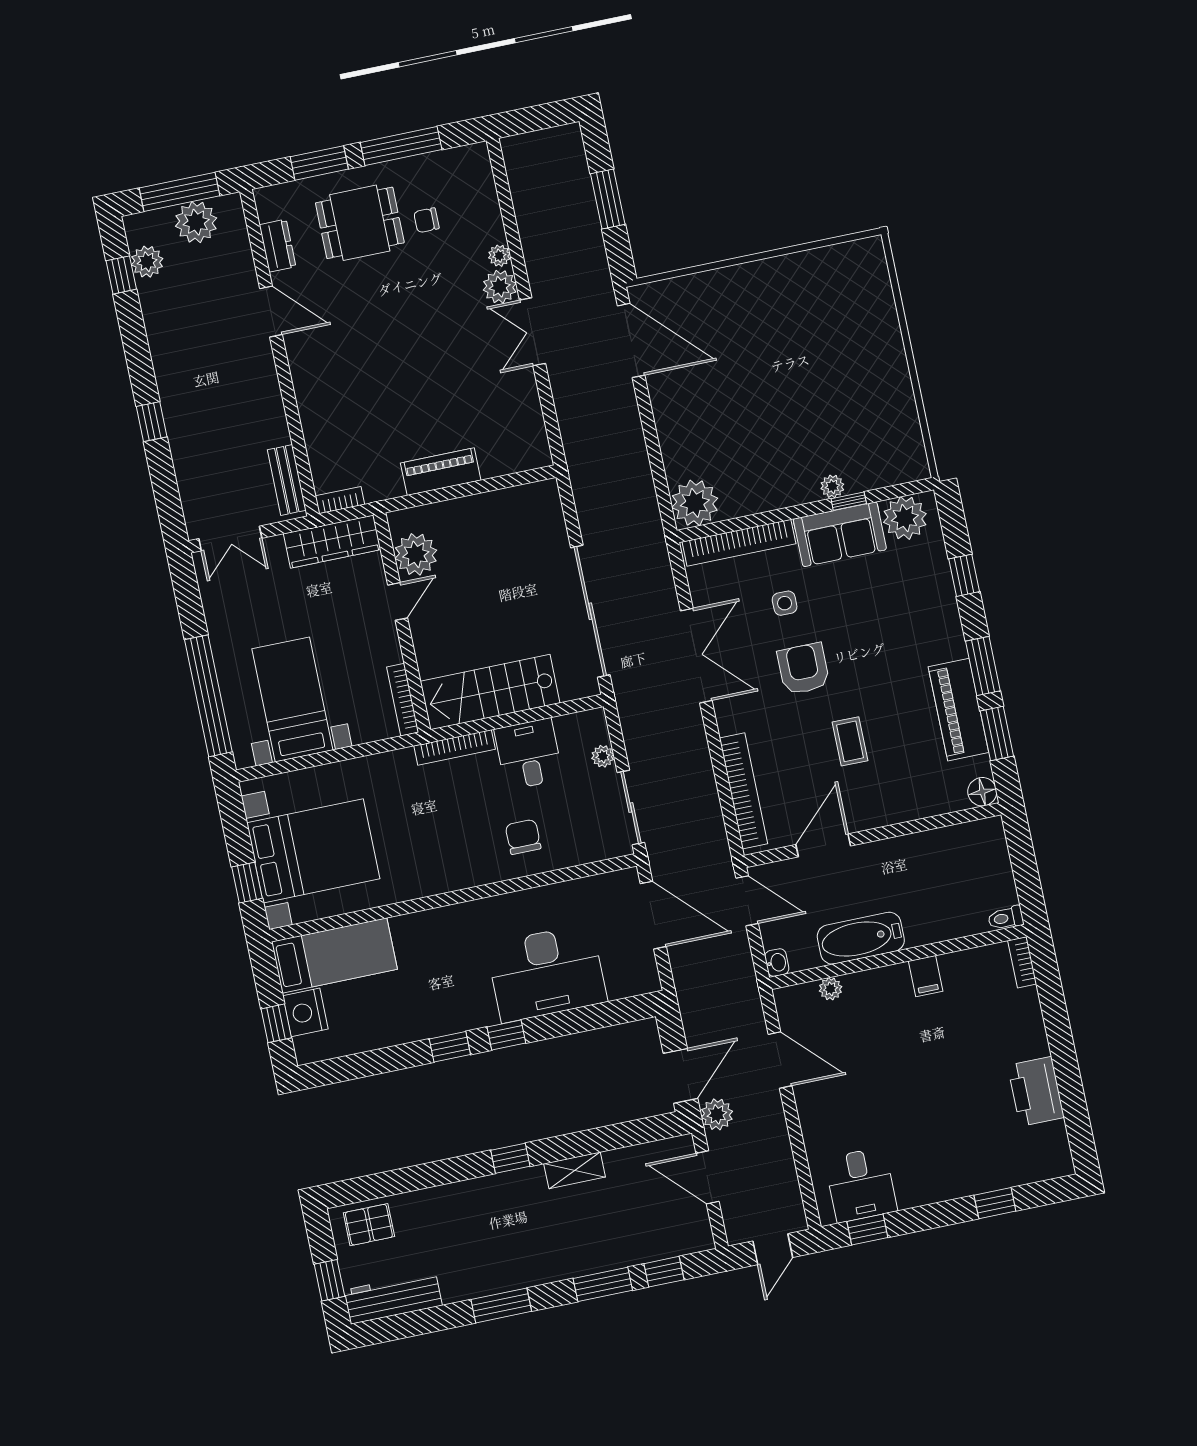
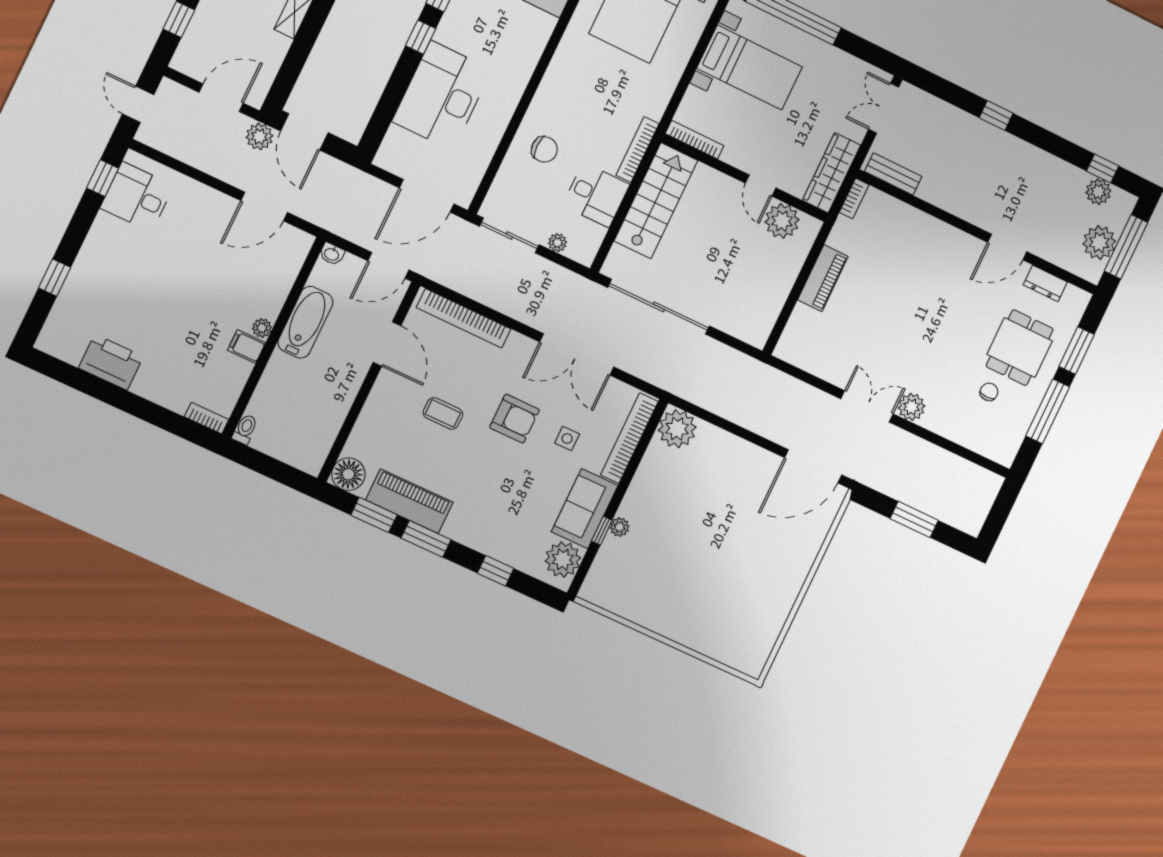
plant: (499, 256) -> (931, 422), removed
floor lamp: (982, 792) -> (348, 474), width x1.38, depth x1.38
plant: (831, 989) -> (262, 328), moved

